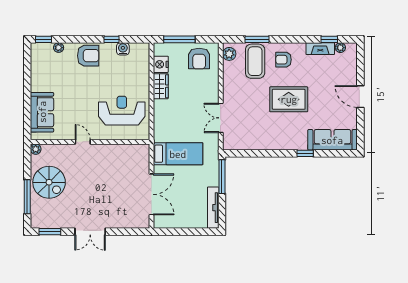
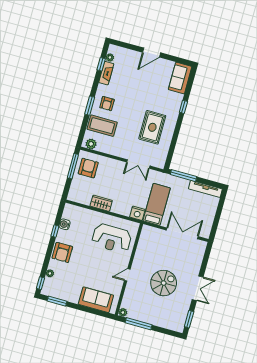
window: (179, 39) -> (73, 166), moved
window: (257, 39) -> (90, 106), moved
armchair: (88, 56) -> (62, 252), turned 180
armchair: (199, 59) -> (88, 168), turned -90
nightstand: (161, 64) -> (137, 213), moved
window: (27, 65) -> (57, 301), added
rug: (289, 99) -> (152, 127), moved
reception desk: (122, 111) -> (112, 238), turned -90
sofa: (332, 140) -> (180, 78), width x0.73
spiral stairs: (49, 182) -> (164, 283), moved
window: (27, 197) -> (139, 324), moved

